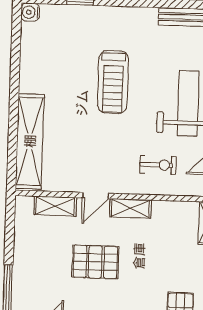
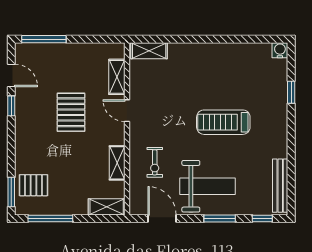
shelving: (30, 141) -> (149, 51), width x0.45, depth x0.75
shelving: (130, 208) -> (117, 163), moved

